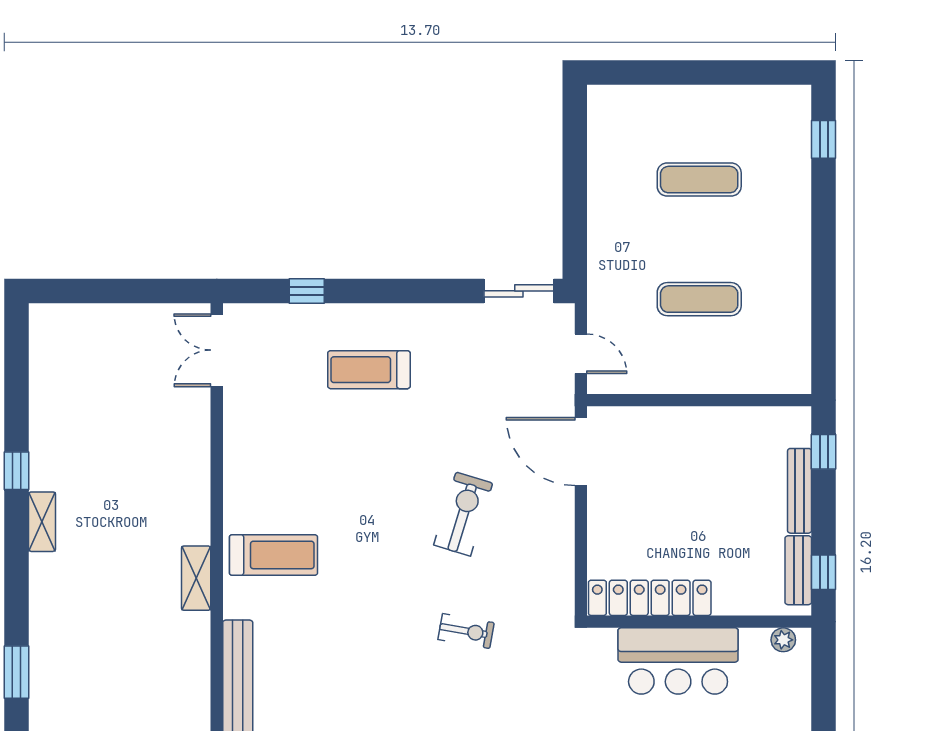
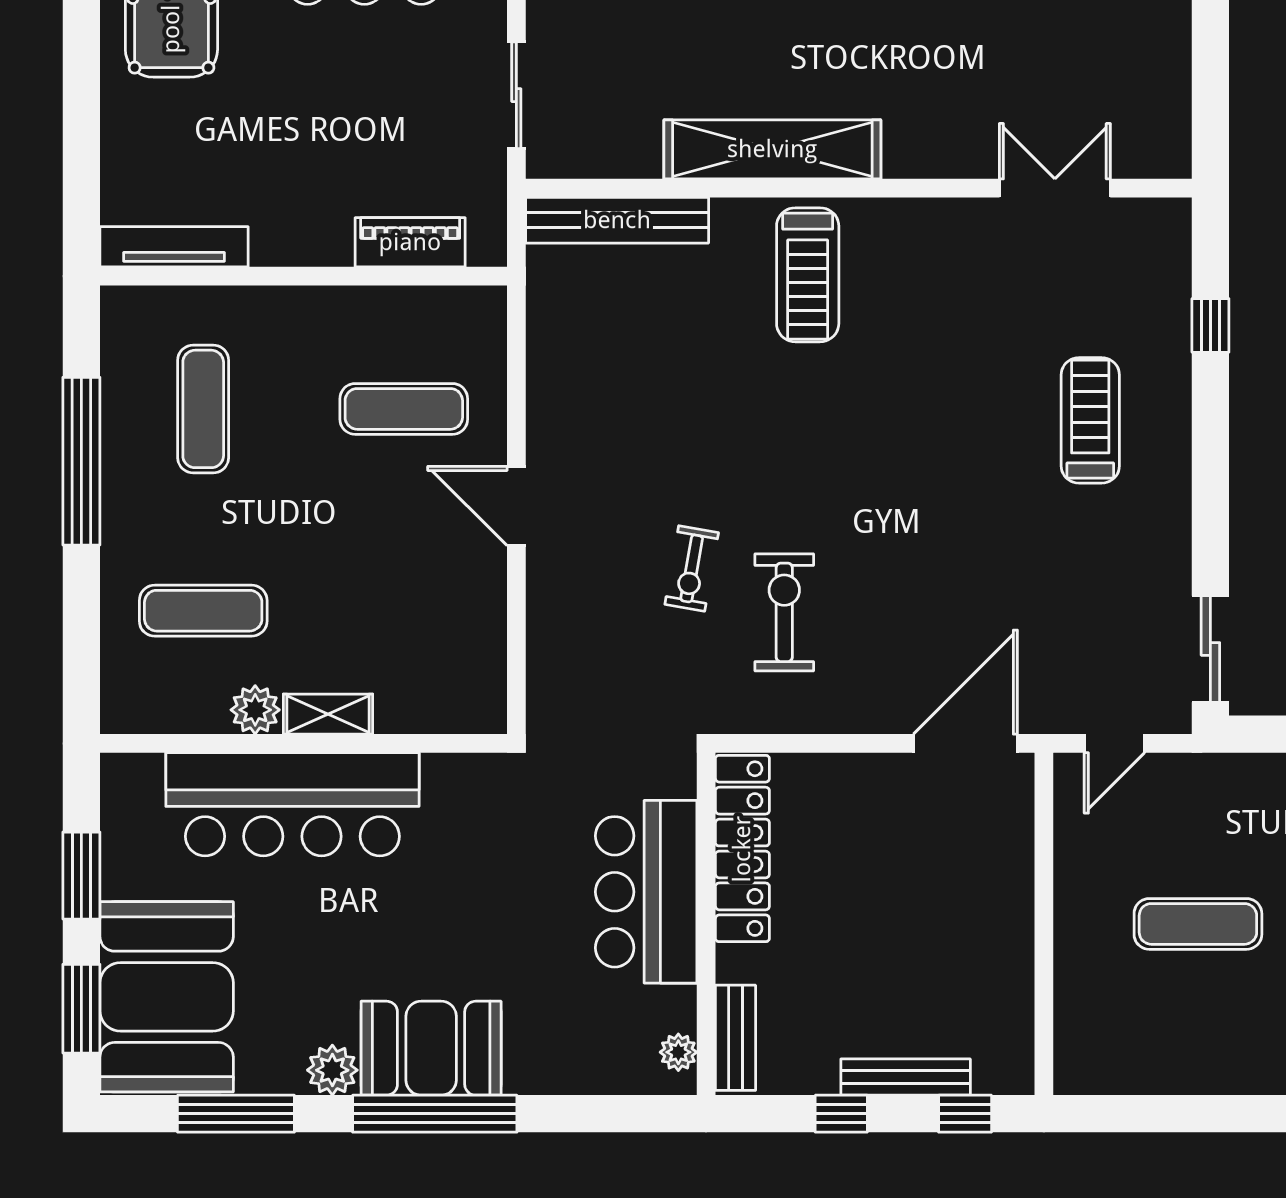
exercise mat: (699, 299) -> (1198, 924), turned 90
double door: (217, 350) -> (1055, 188), moved
exercise bike: (463, 514) -> (784, 612), moved, turned -107
bench: (798, 570) -> (735, 1038), moved, turned 90
window: (824, 572) -> (841, 1114), moved
shelving: (196, 578) -> (772, 149), width x2.20, depth x1.33

